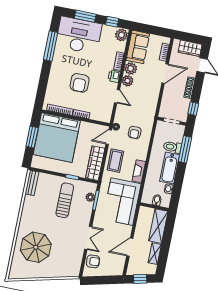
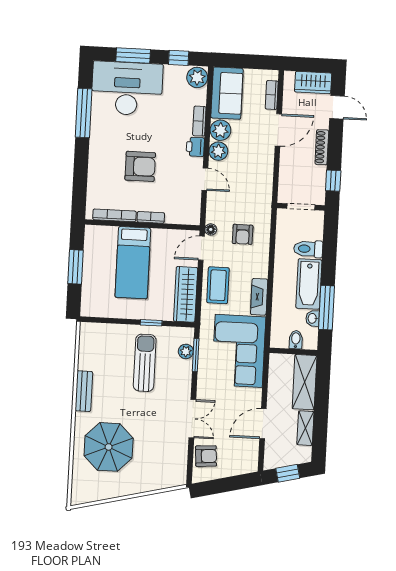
armchair: (80, 83) -> (140, 166), turned -90
bed: (57, 138) -> (133, 263), width x0.49
window: (185, 149) -> (327, 308), moved
bench: (32, 183) -> (84, 391), moved

